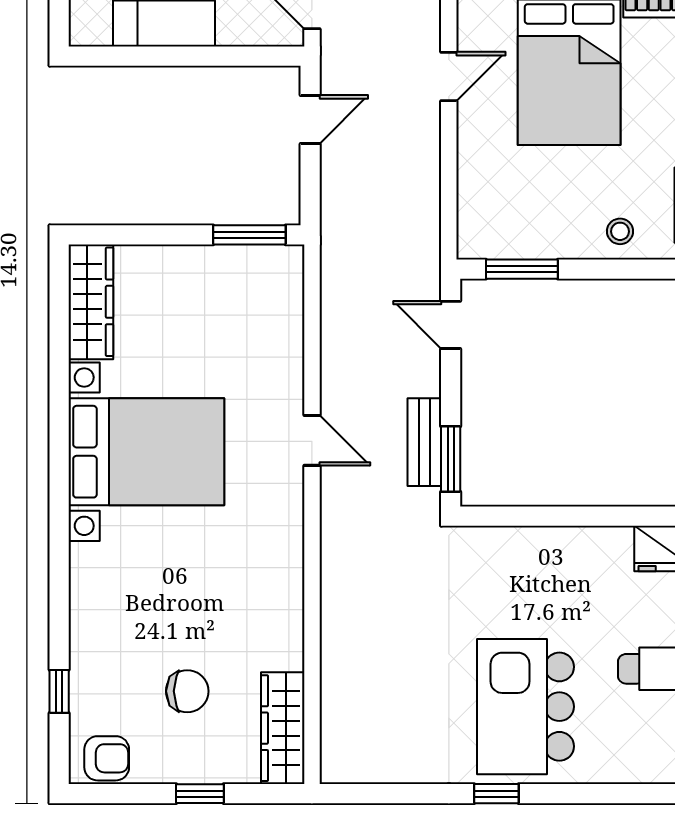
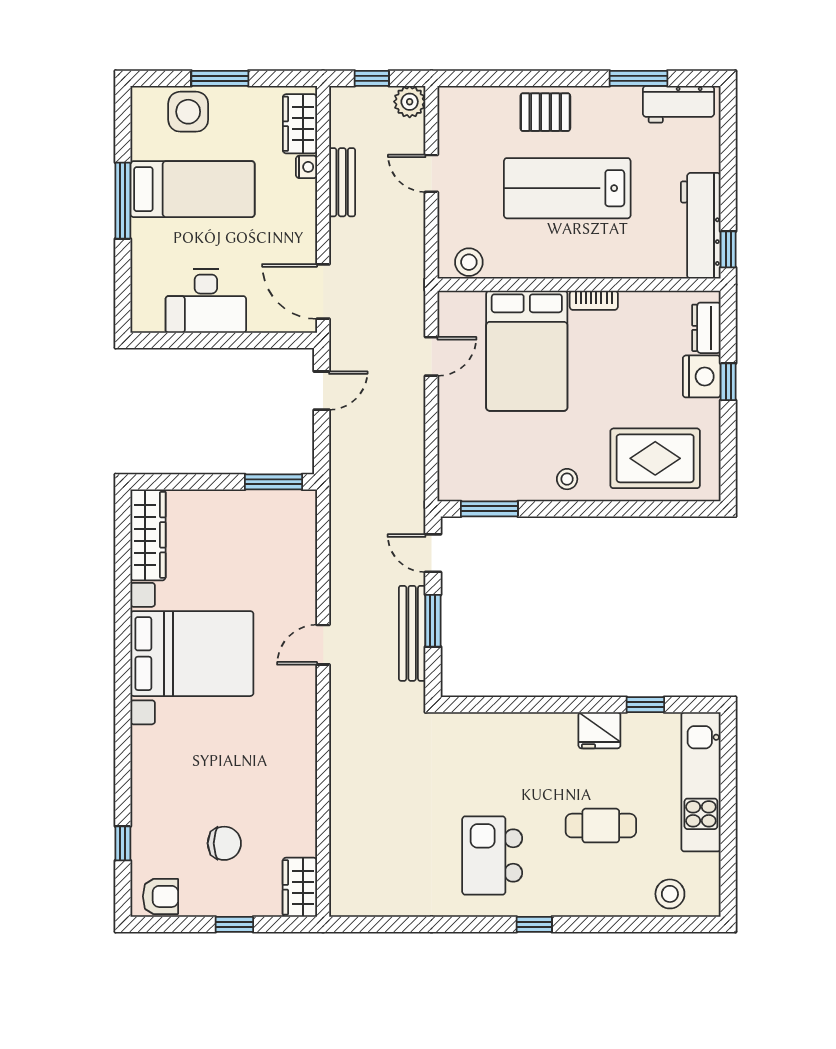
door: (312, 440) -> (323, 645), swing flipped
bench: (424, 442) -> (412, 633), width x1.36
window: (451, 459) -> (433, 621), moved
kitchen island: (526, 707) -> (492, 855), width x0.73, depth x0.78
wardrobe: (283, 728) -> (300, 887), width x0.67
window: (496, 794) -> (534, 924), moved

